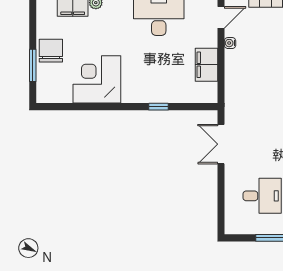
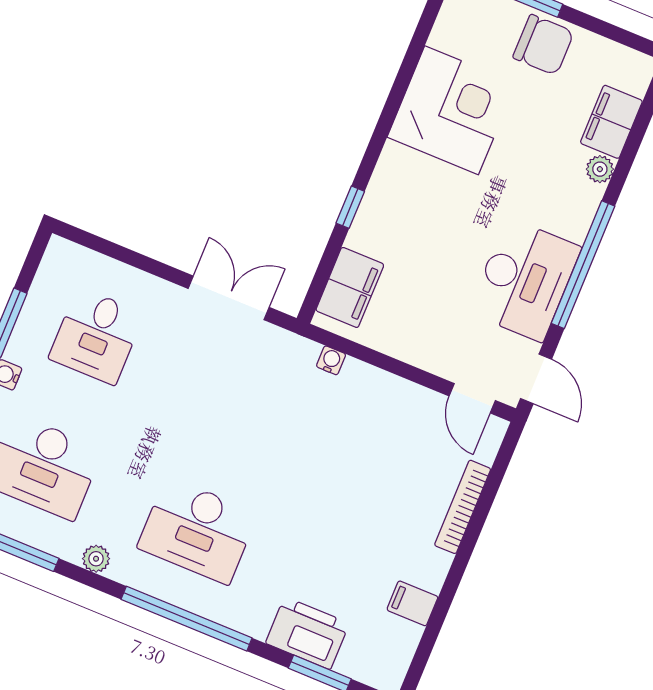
water cooler: (230, 43) -> (331, 360), moved
filing cabinet: (206, 65) -> (350, 287), moved, turned 90

